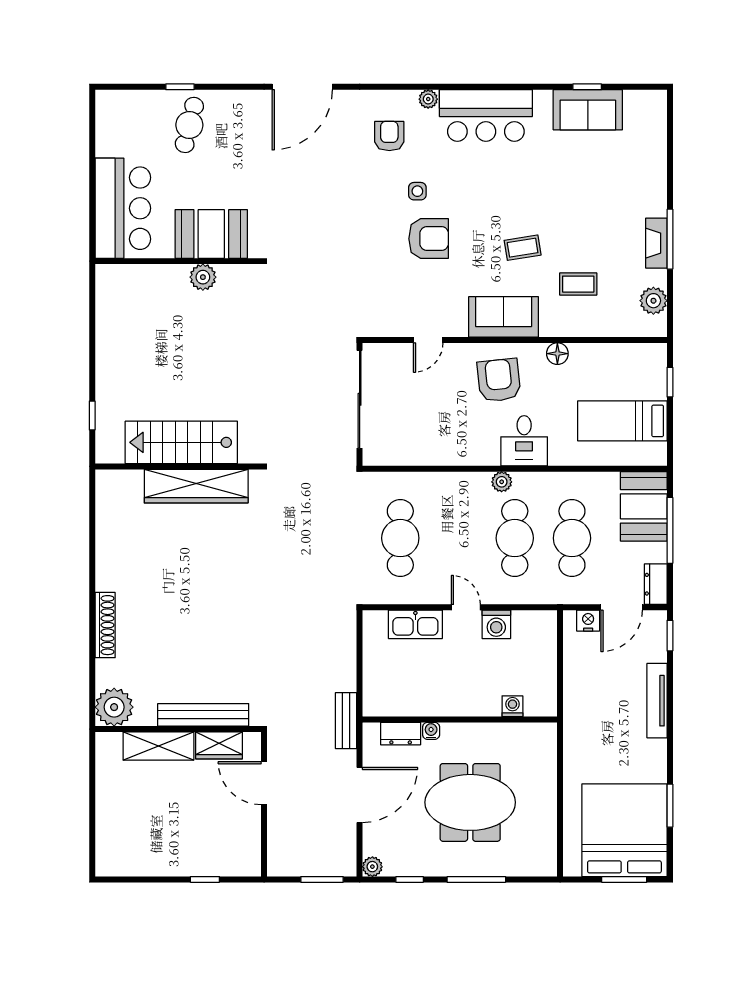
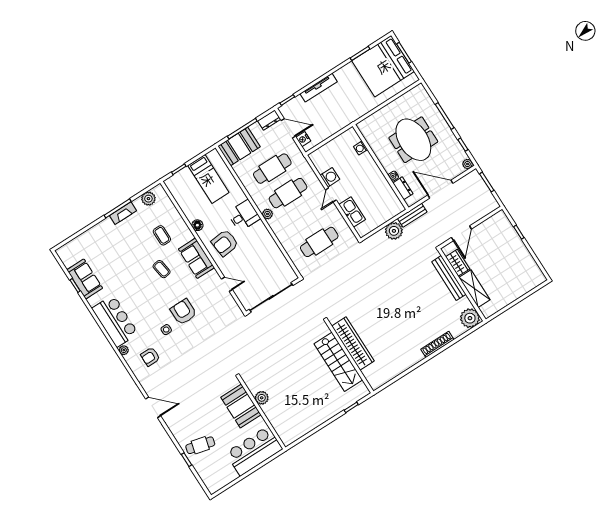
door: (302, 87) -> (153, 407), width x0.73
plant: (340, 674) -> (394, 231), added

